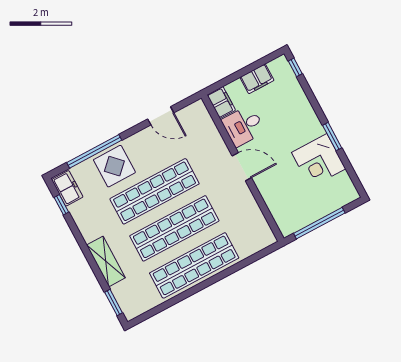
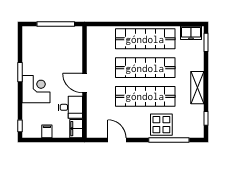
filing cabinet: (257, 79) -> (47, 131), width x0.50
corner desk: (319, 161) -> (36, 89), moved
freezer: (67, 188) -> (191, 33), moved, turned -90
shelving: (106, 261) -> (197, 88), moved

